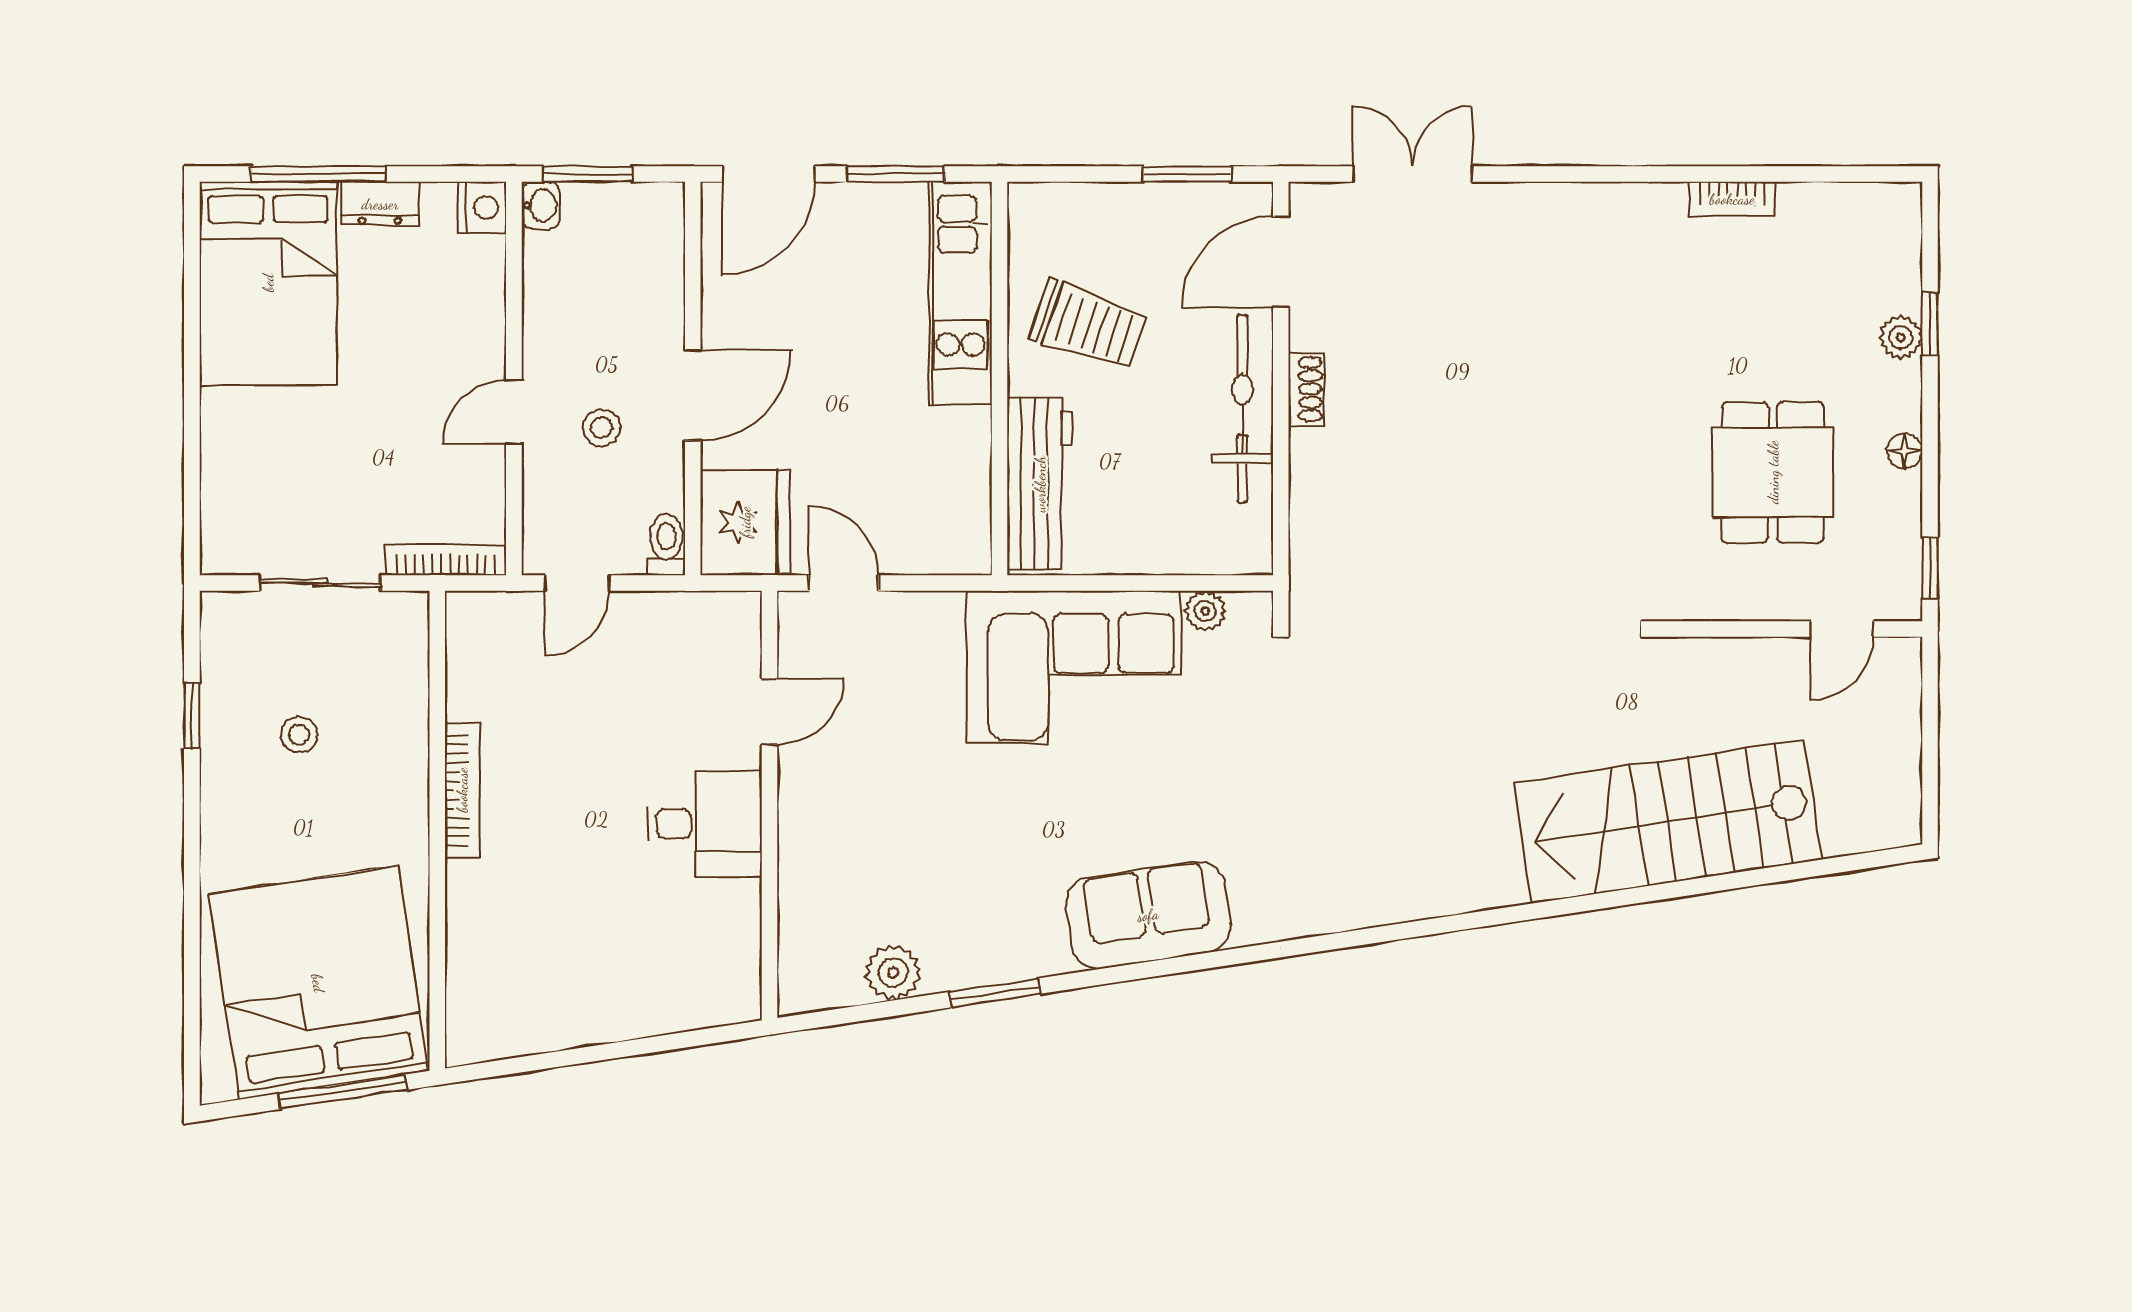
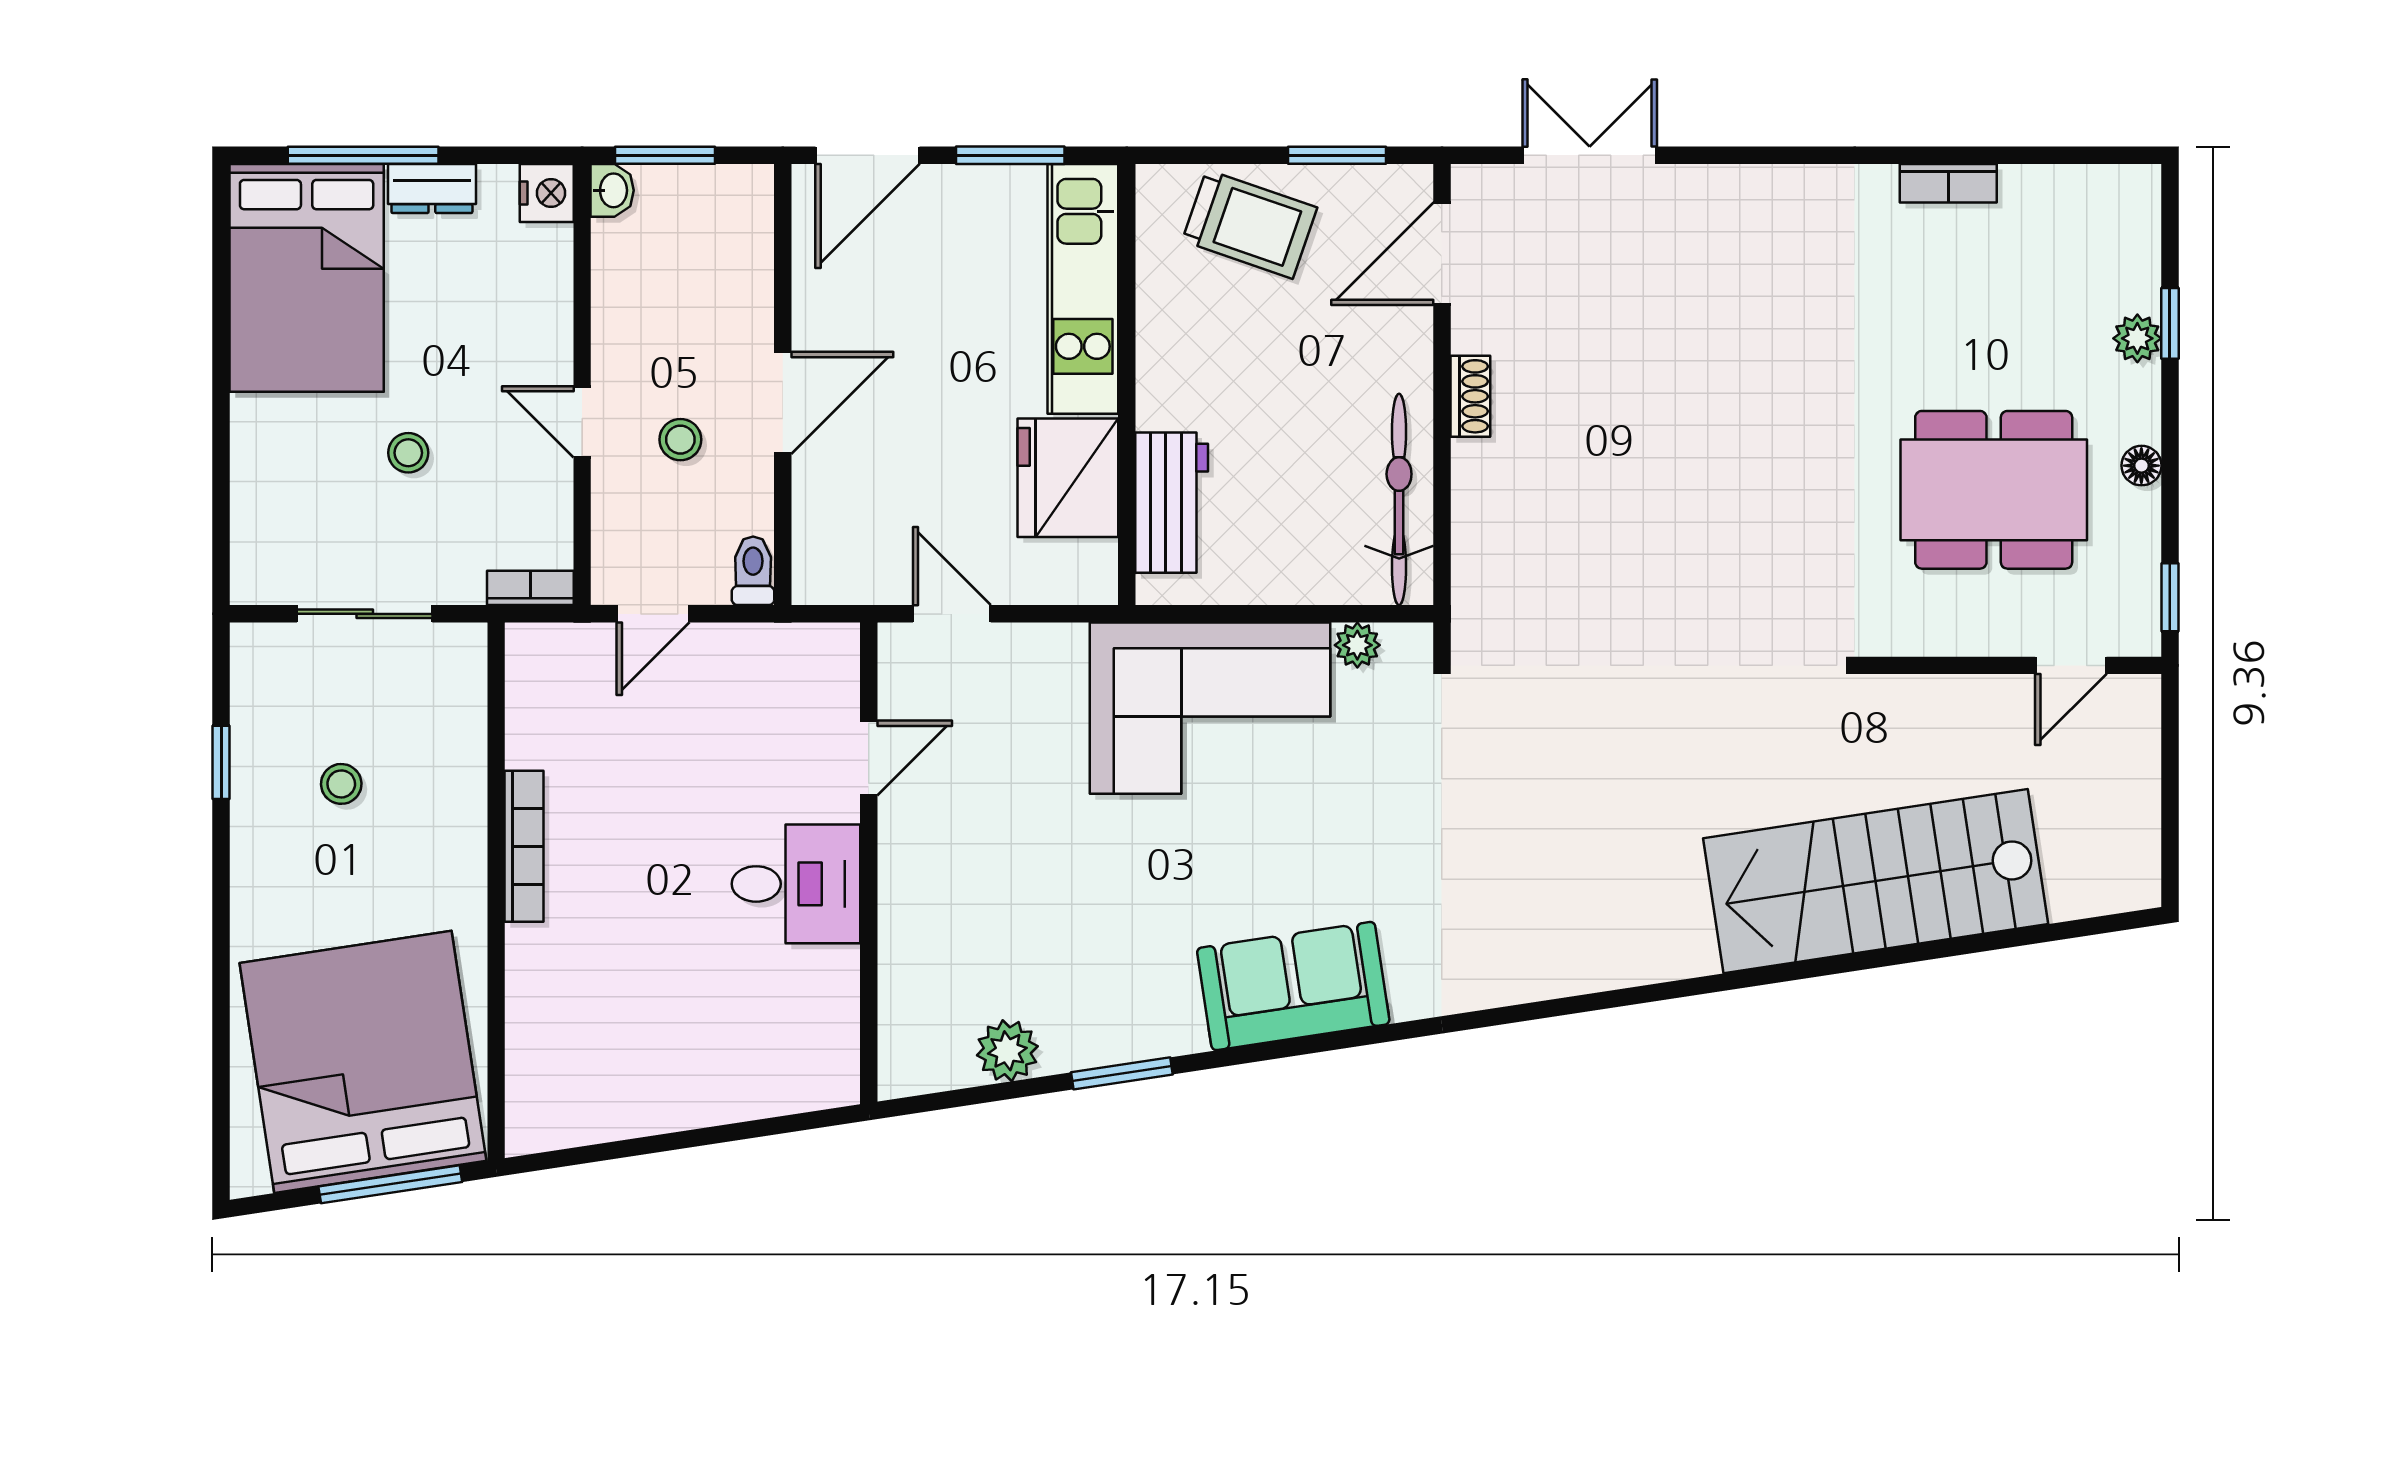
trolley: (1088, 325) -> (1250, 224), moved
bicycle: (1242, 409) -> (1399, 499), moved
door: (514, 412) -> (582, 422), hinge flipped
stool: (359, 439) -> (408, 453), added
dining table: (1773, 472) -> (1994, 490), width x1.38
workbench: (1040, 484) -> (1172, 503), width x0.73
fridge: (745, 522) -> (1068, 478), moved, turned 180
bookcase: (446, 560) -> (530, 588), width x0.64

